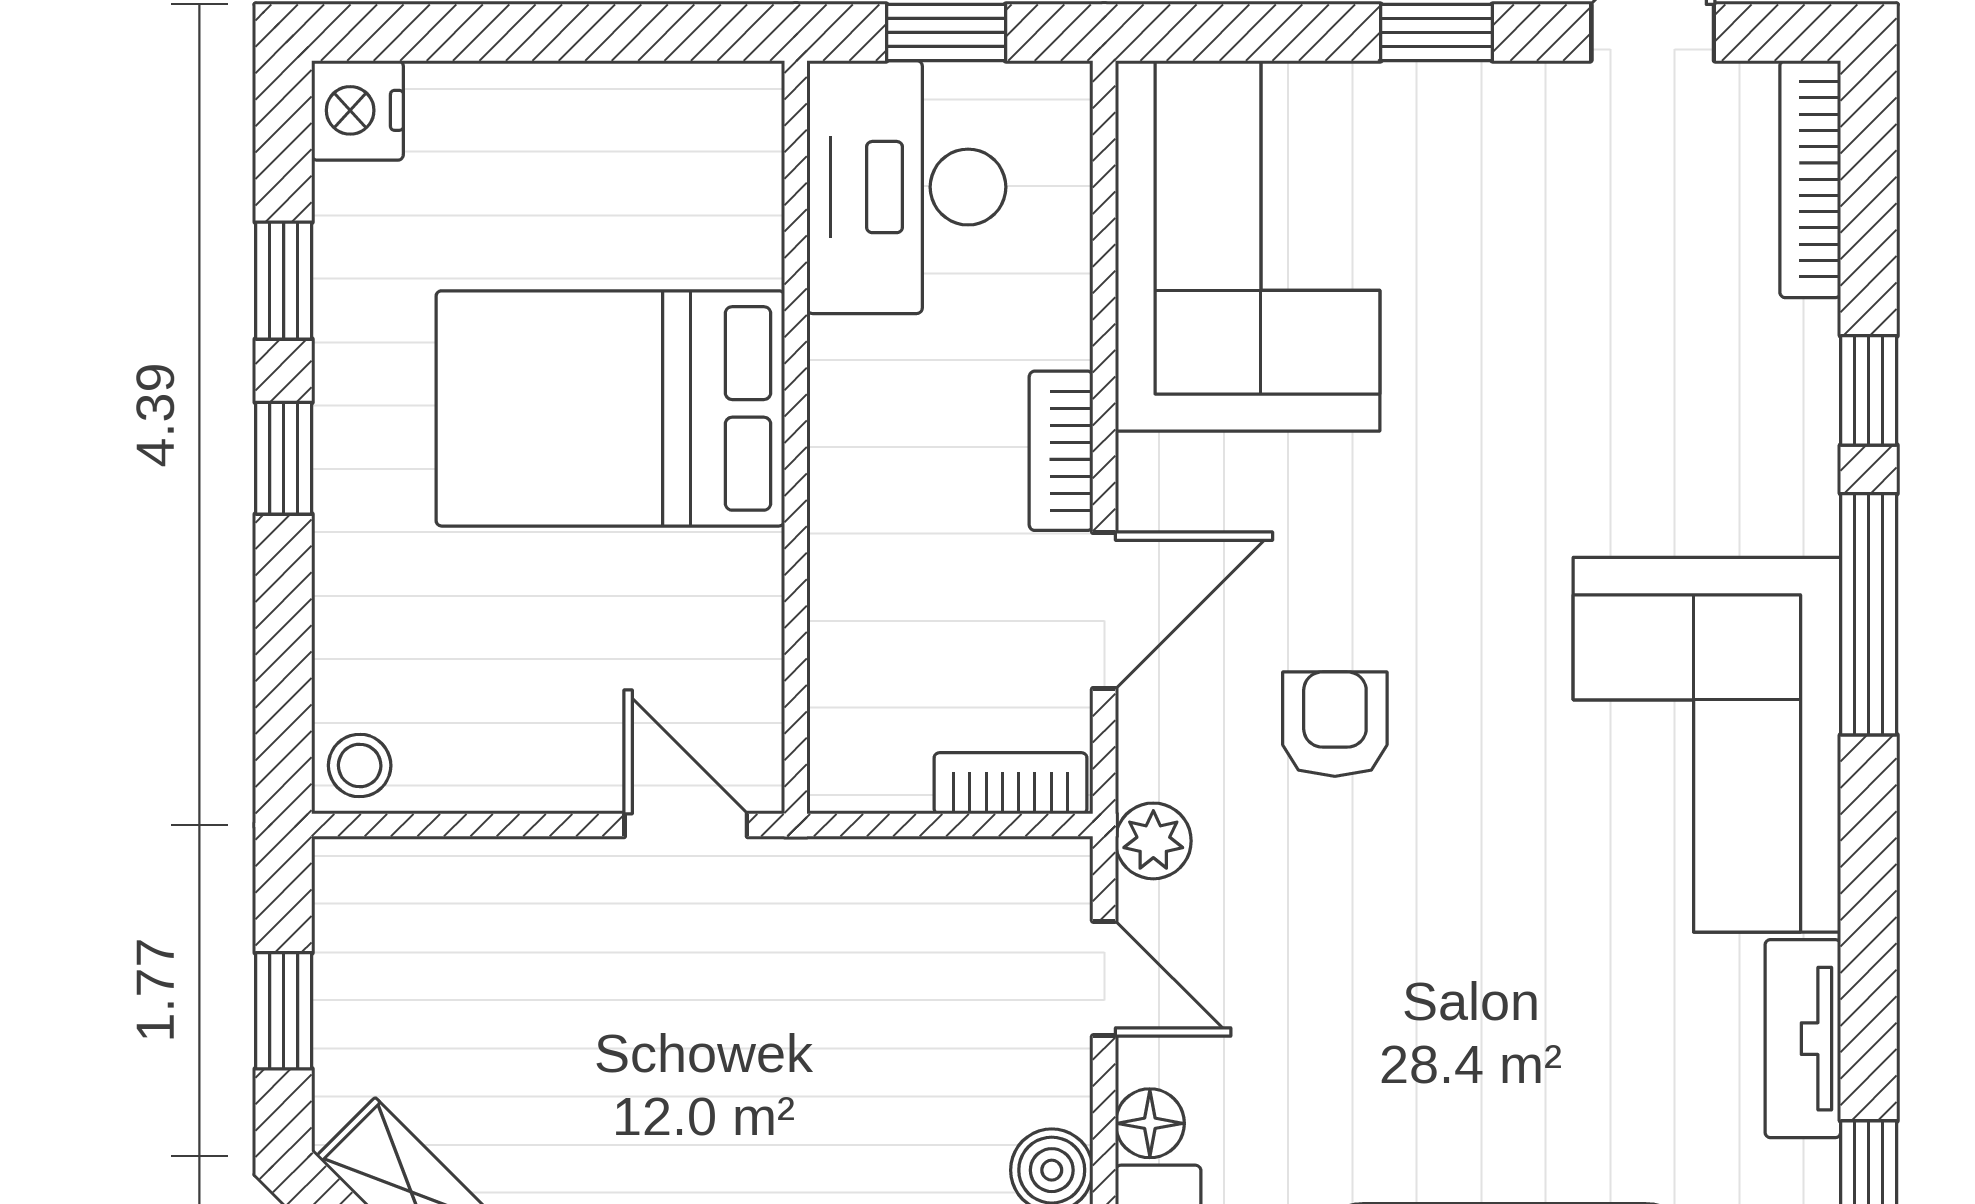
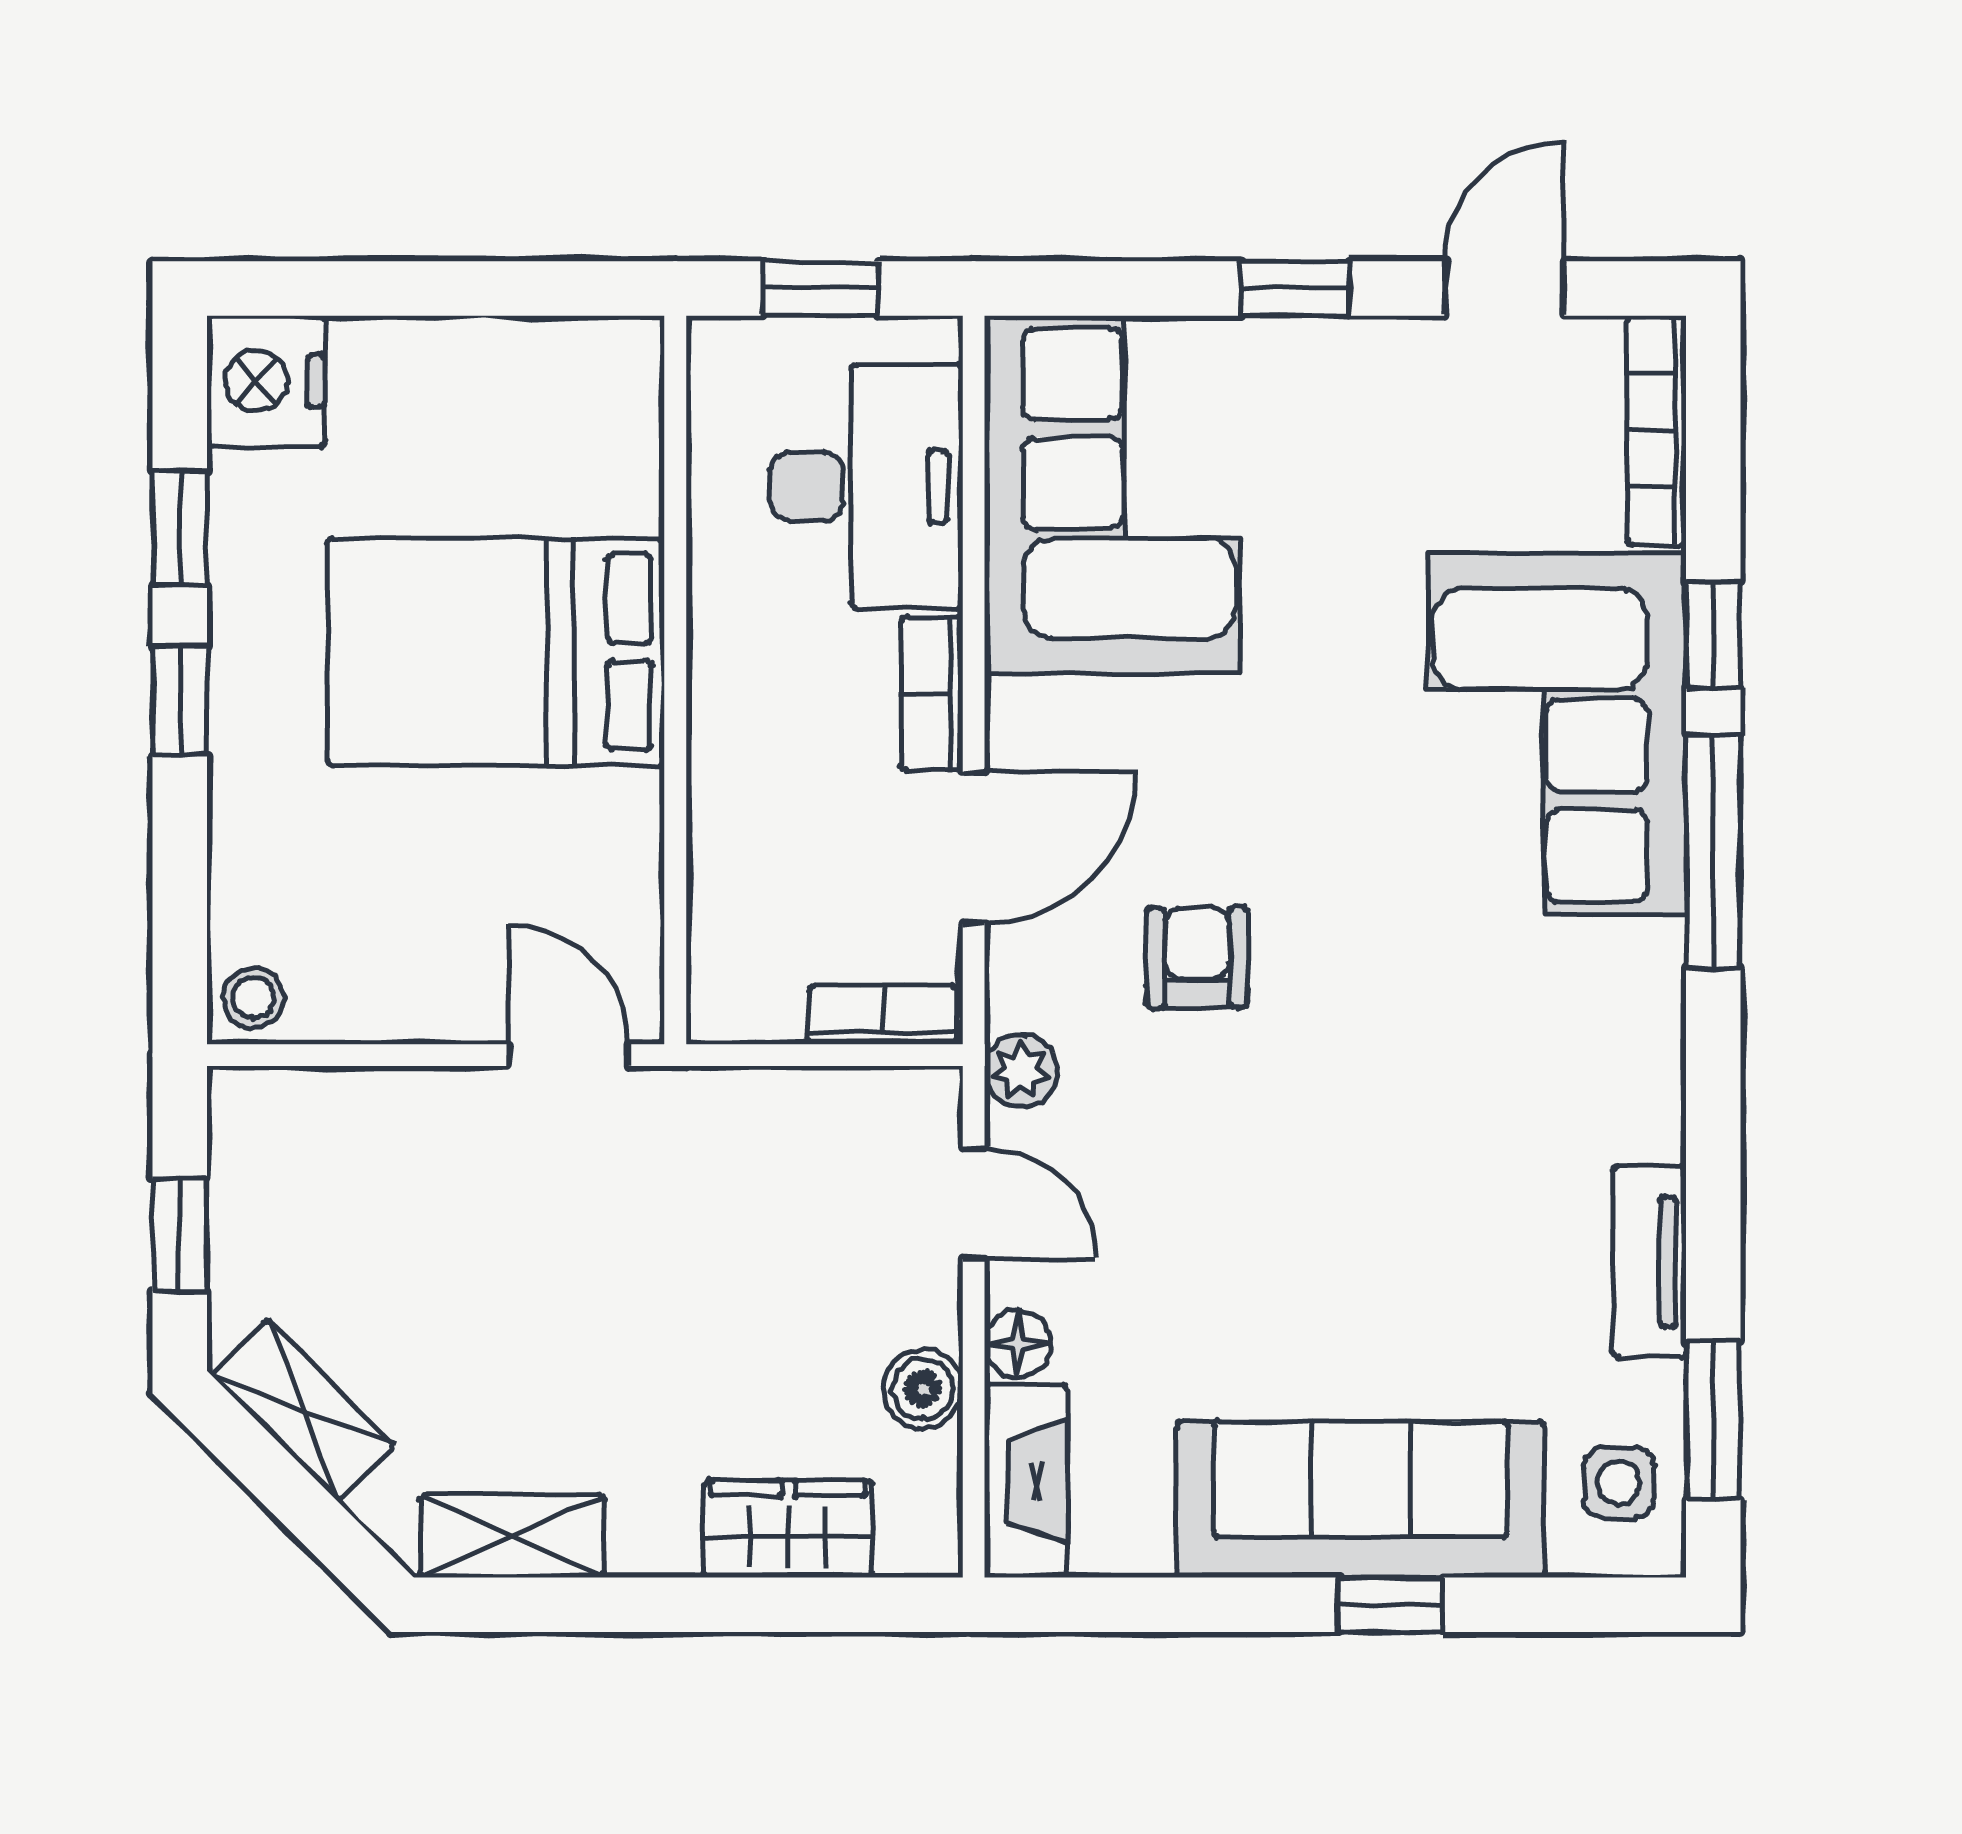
nightstand: (357, 110) -> (266, 381), width x1.36, depth x1.33
desk: (906, 187) -> (867, 486), moved, turned 180
corner sofa: (1707, 745) -> (1557, 733), moved

